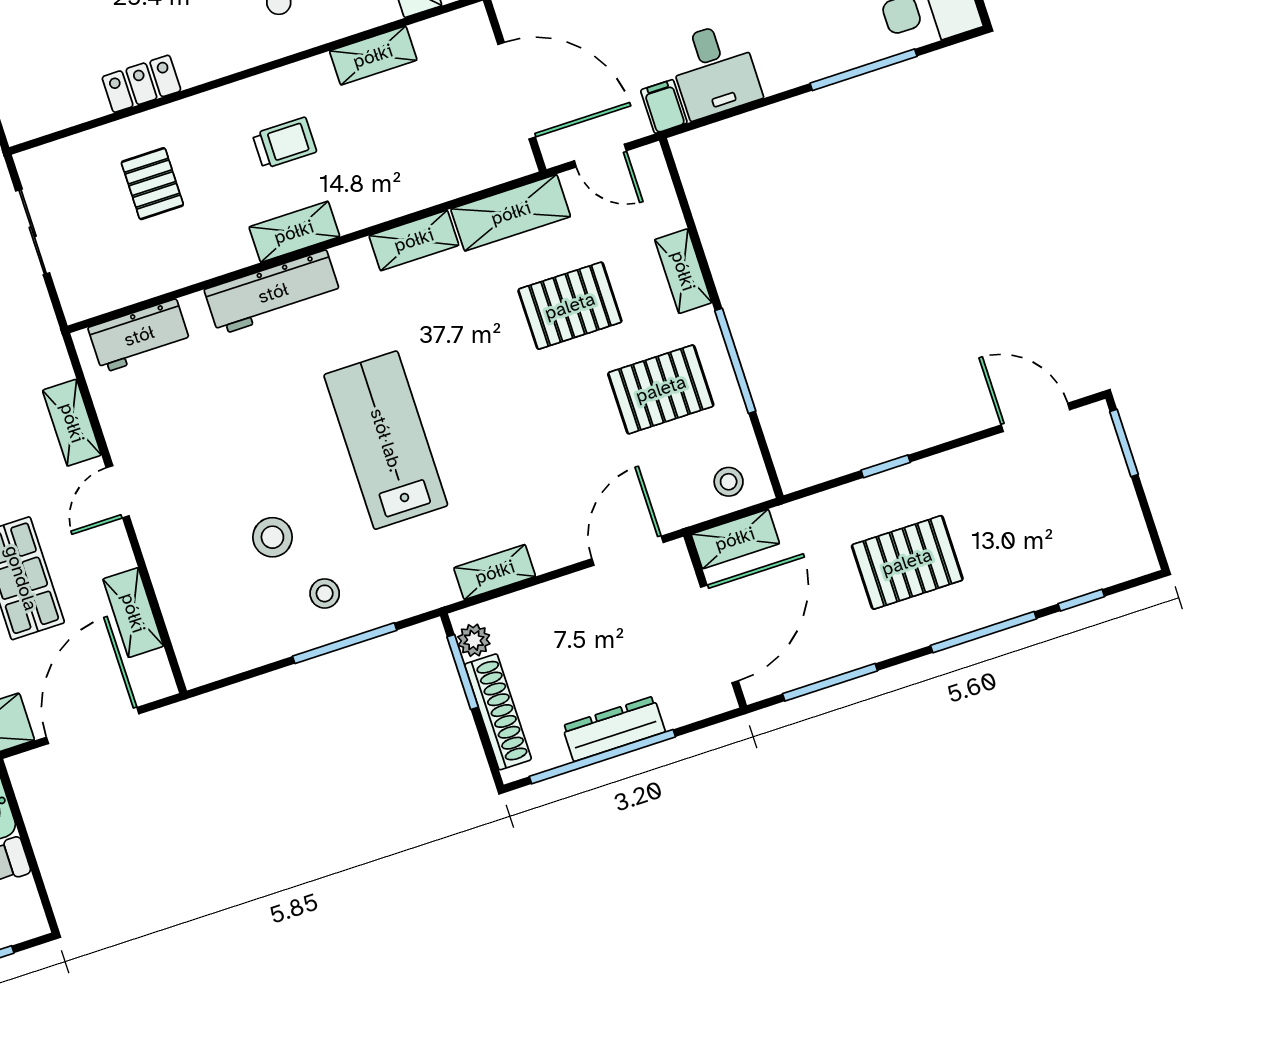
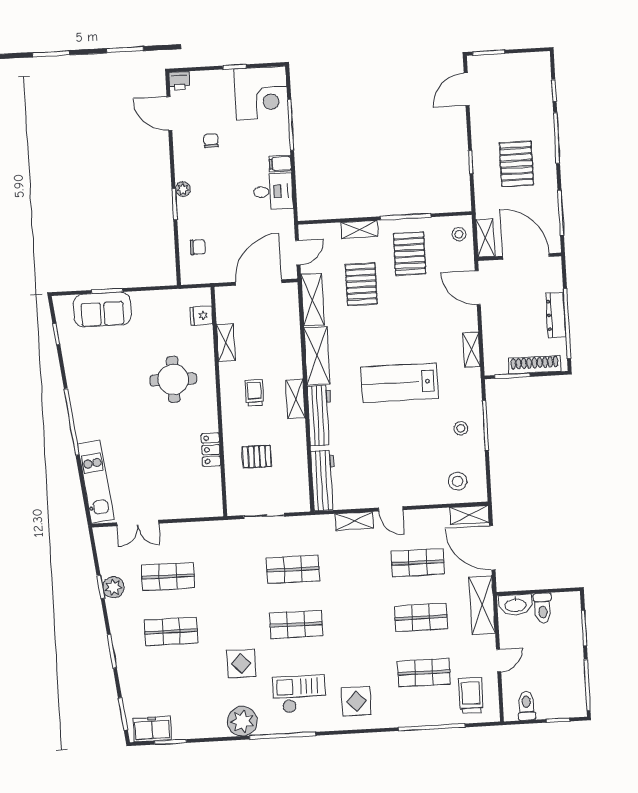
filing cabinet: (664, 106) -> (280, 164), moved
shelving: (414, 240) -> (317, 356), width x1.50, depth x1.33
workbench: (139, 336) -> (324, 481), width x1.37
stool: (272, 537) -> (458, 481), moved
shelving: (133, 613) -> (469, 515), moved
plant: (474, 640) -> (500, 367), removed

